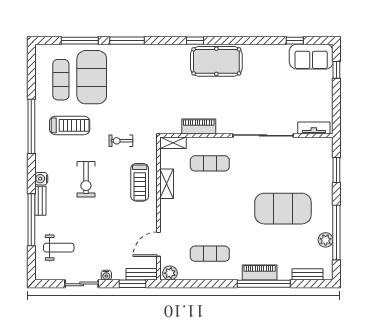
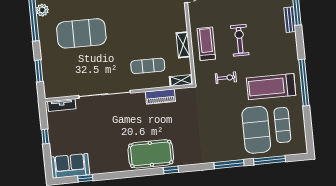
window: (336, 70) -> (45, 137), moved
treadmill: (70, 125) -> (271, 87), width x1.37, depth x1.38
water cooler: (41, 179) -> (291, 39), removed
exercise bike: (86, 179) -> (240, 40), moved

